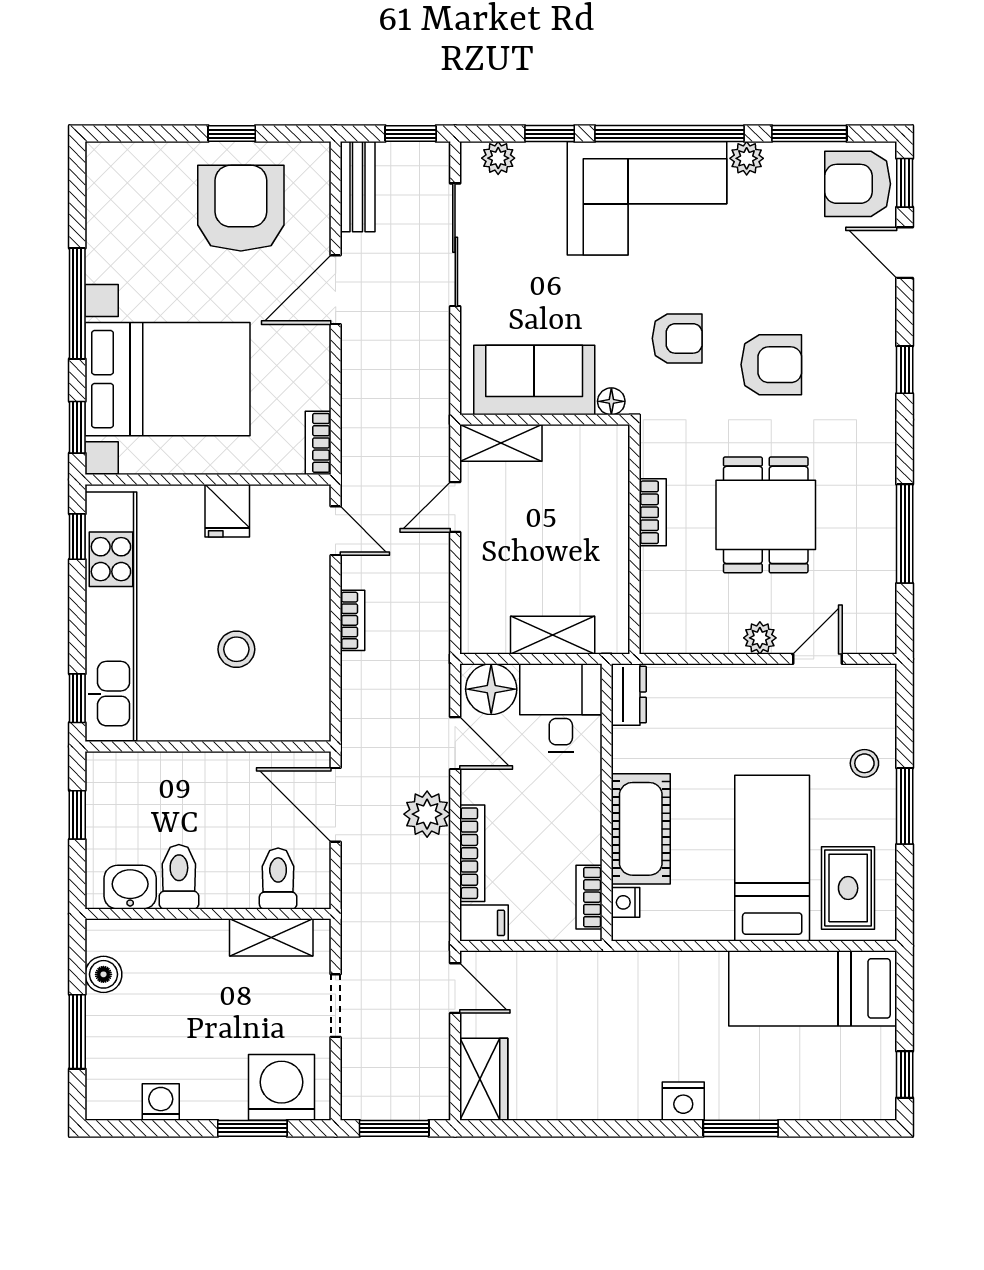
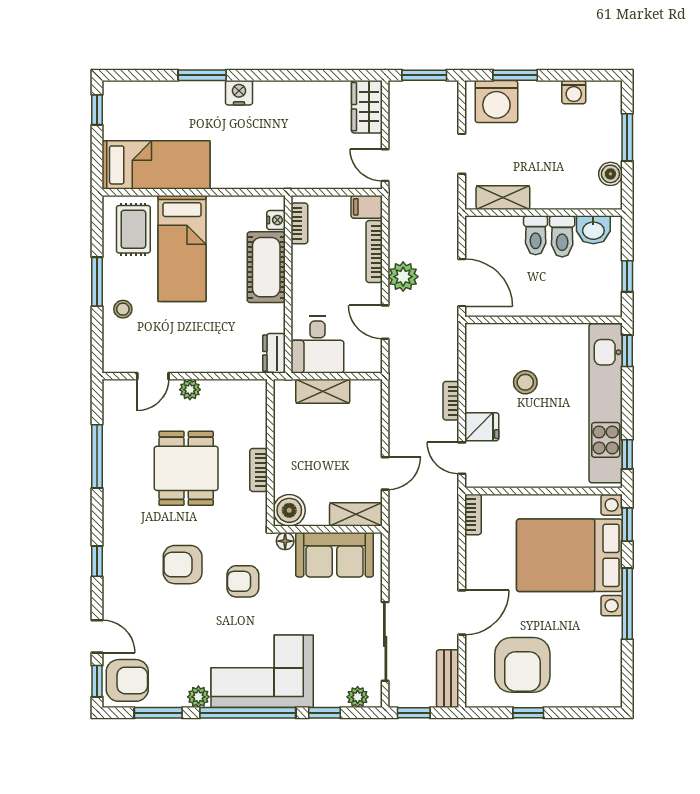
boiler: (605, 449) -> (289, 510), added
fridge: (227, 511) -> (482, 427), moved, turned 90
floor lamp: (491, 689) -> (362, 357), removed
toilet: (278, 879) -> (536, 235), moved

